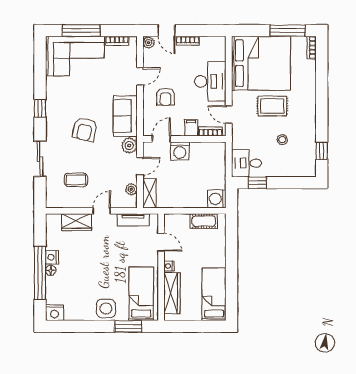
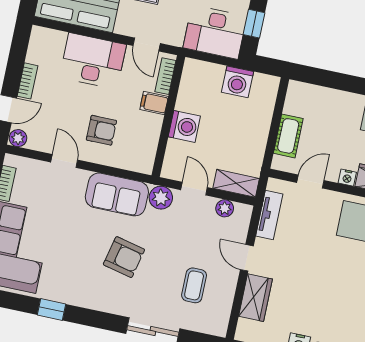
window: (40, 108) -> (51, 309), moved
door: (229, 115) -> (147, 44), hinge flipped
door: (161, 139) -> (161, 149), removed
desk: (246, 163) -> (215, 32), width x1.37
washing machine: (217, 199) -> (237, 82), moved
cot: (204, 221) -> (288, 136), moved

